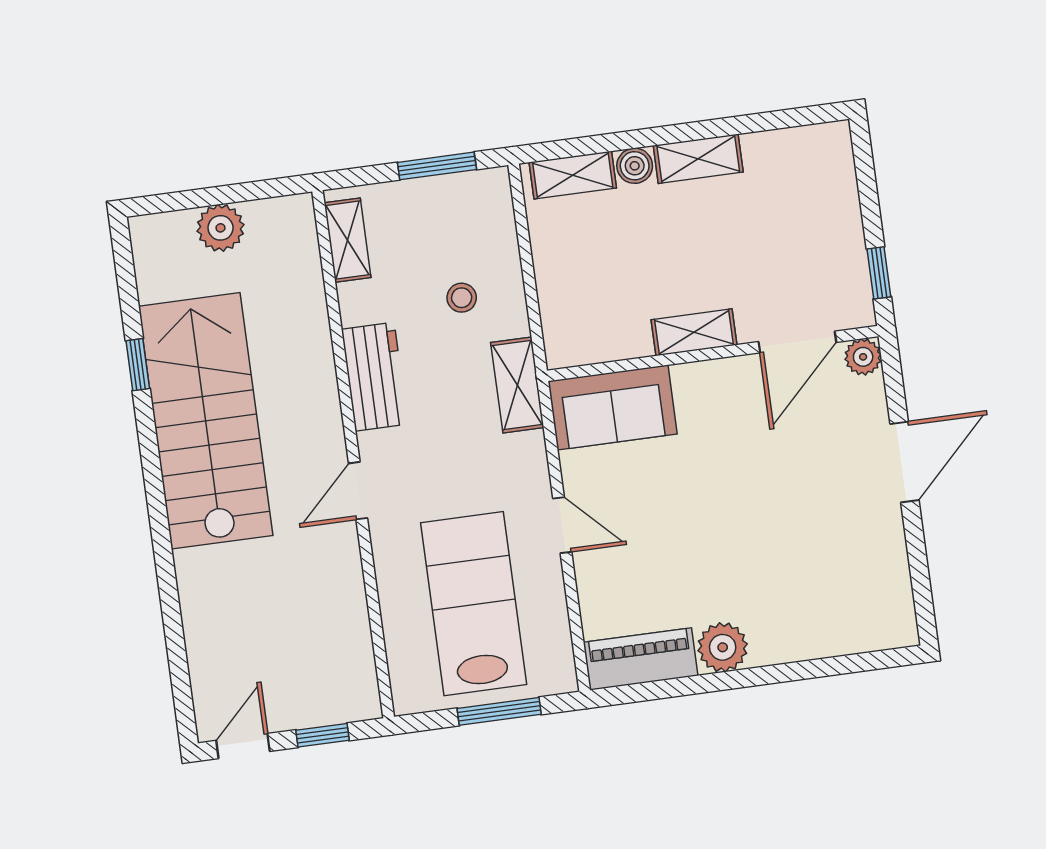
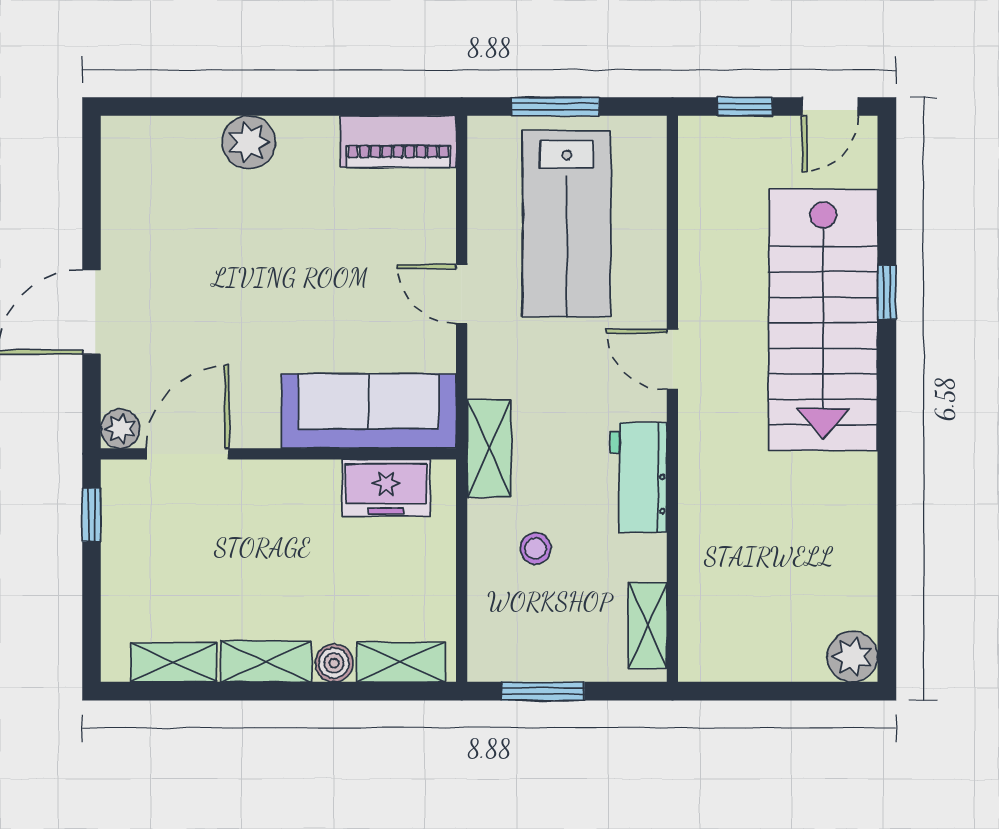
plant: (221, 228) -> (852, 657), moved
shelving: (694, 332) -> (173, 662), moved
freezer: (608, 335) -> (386, 488), added
window: (138, 365) -> (887, 292), moved
sofa: (613, 407) -> (369, 411), width x1.36
stairs: (206, 421) -> (823, 320), moved
door: (358, 491) -> (672, 360), swing flipped
plant: (723, 647) -> (249, 142), moved

